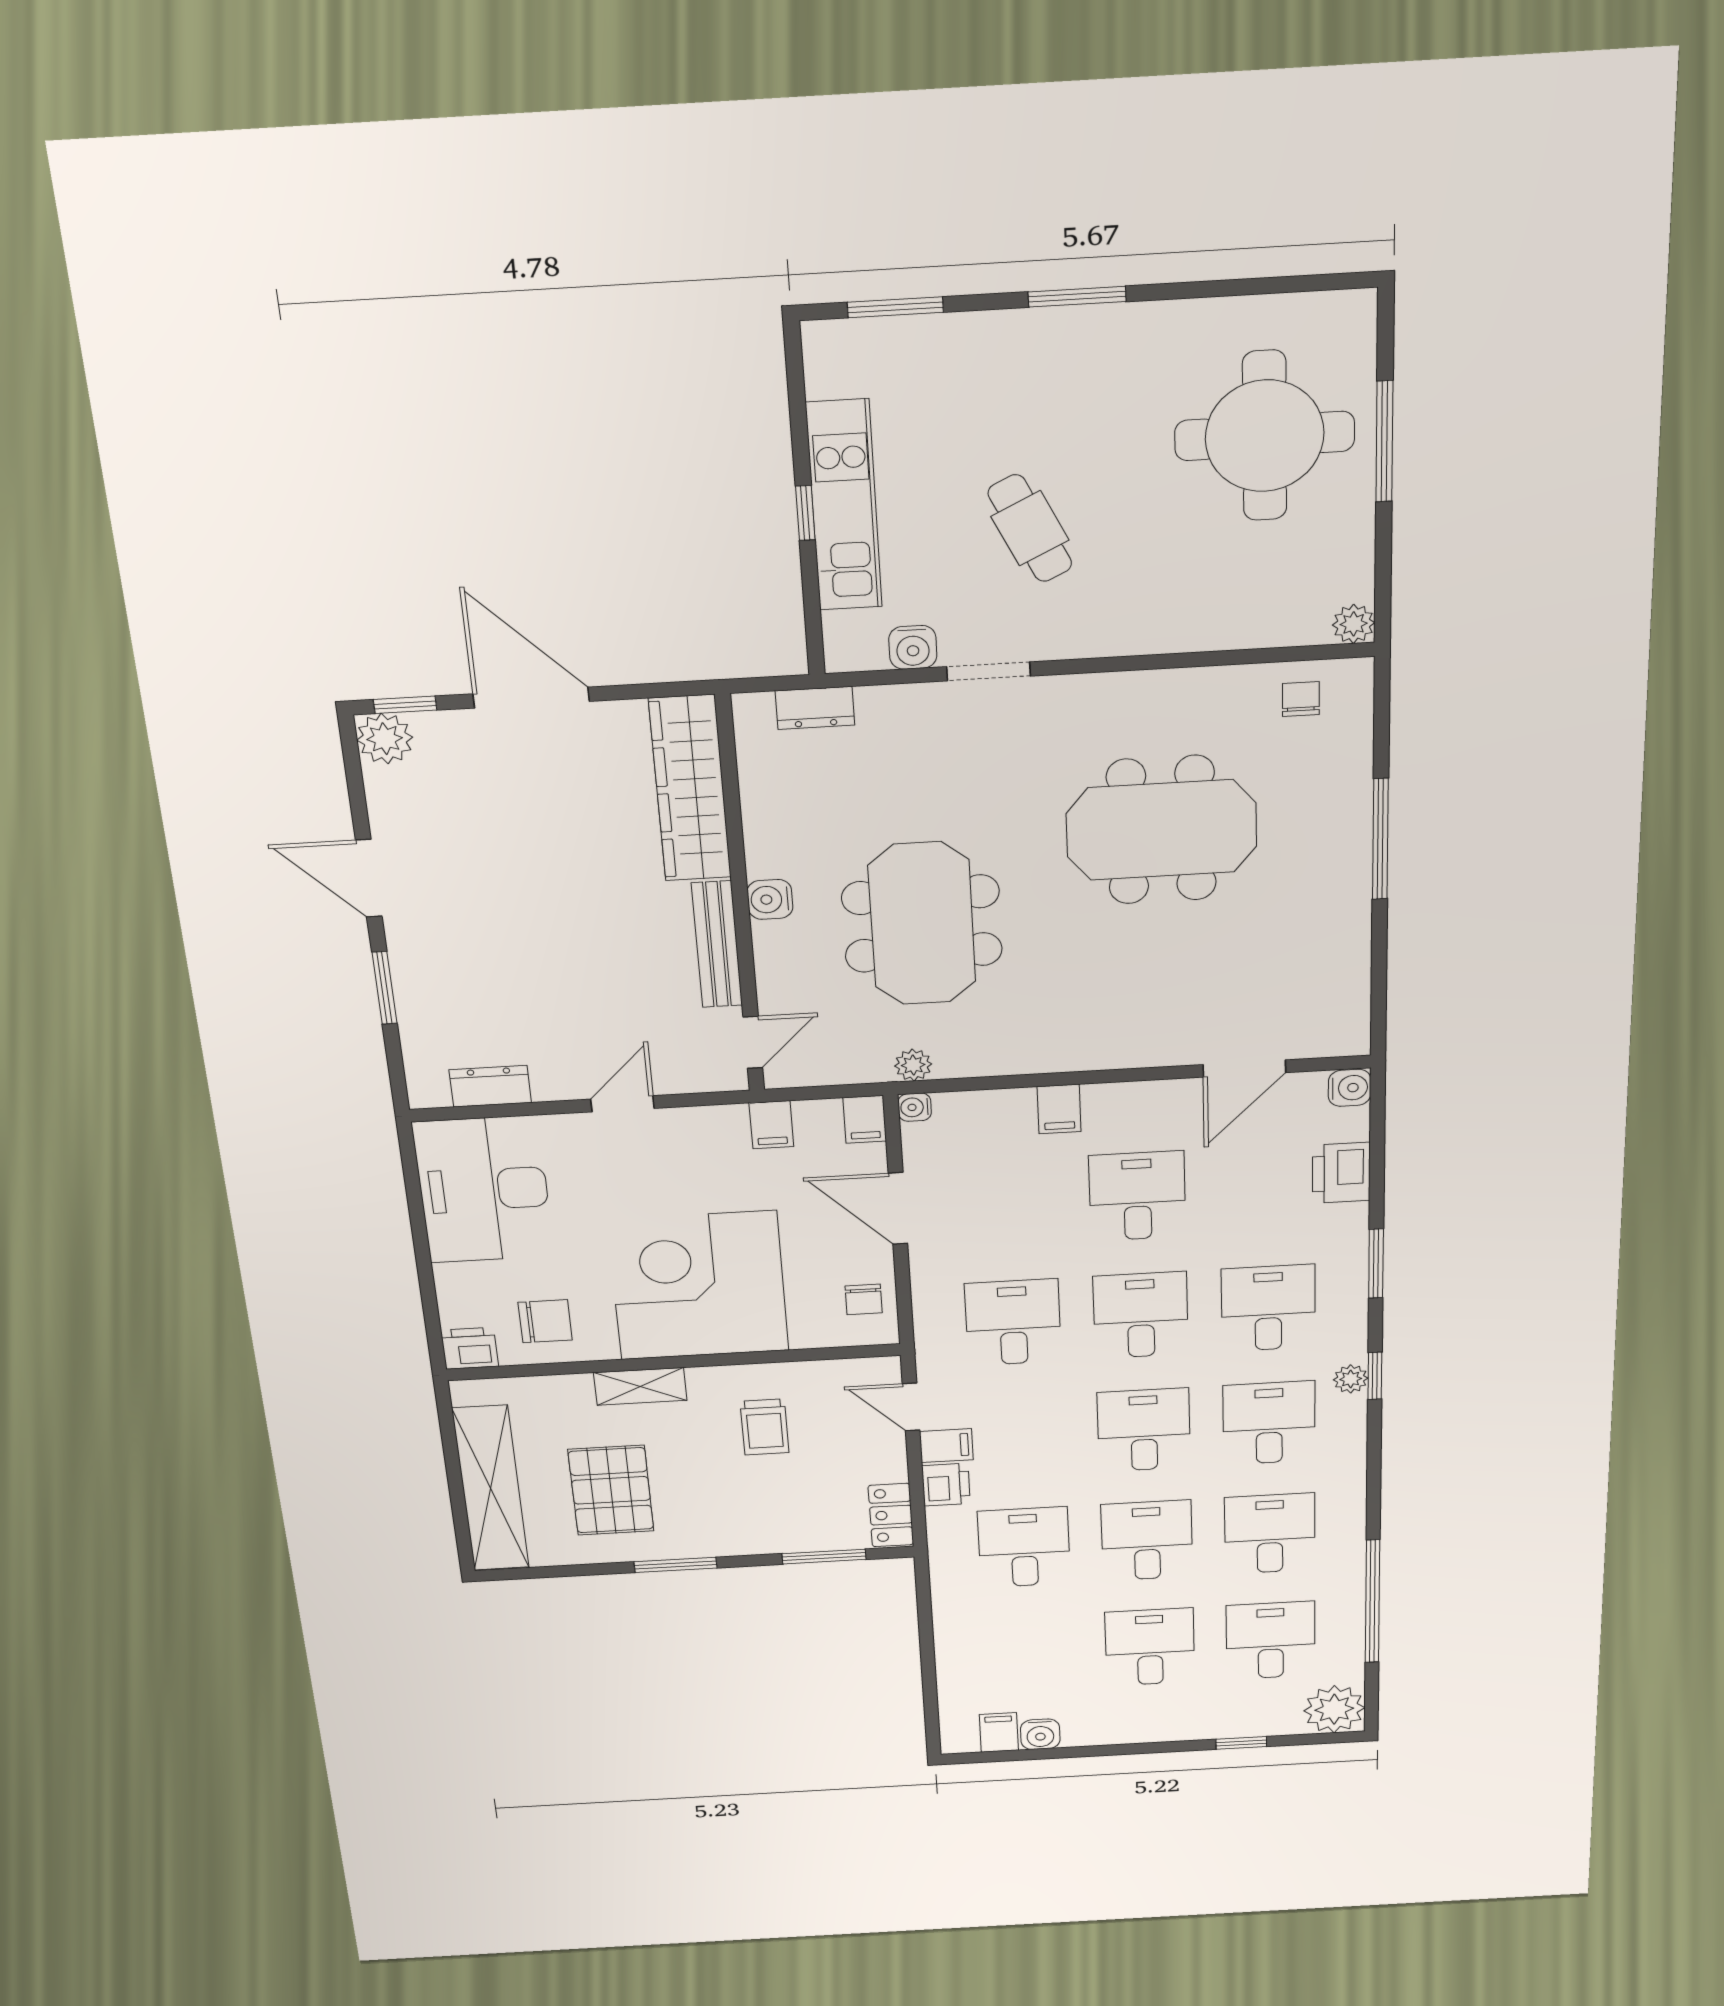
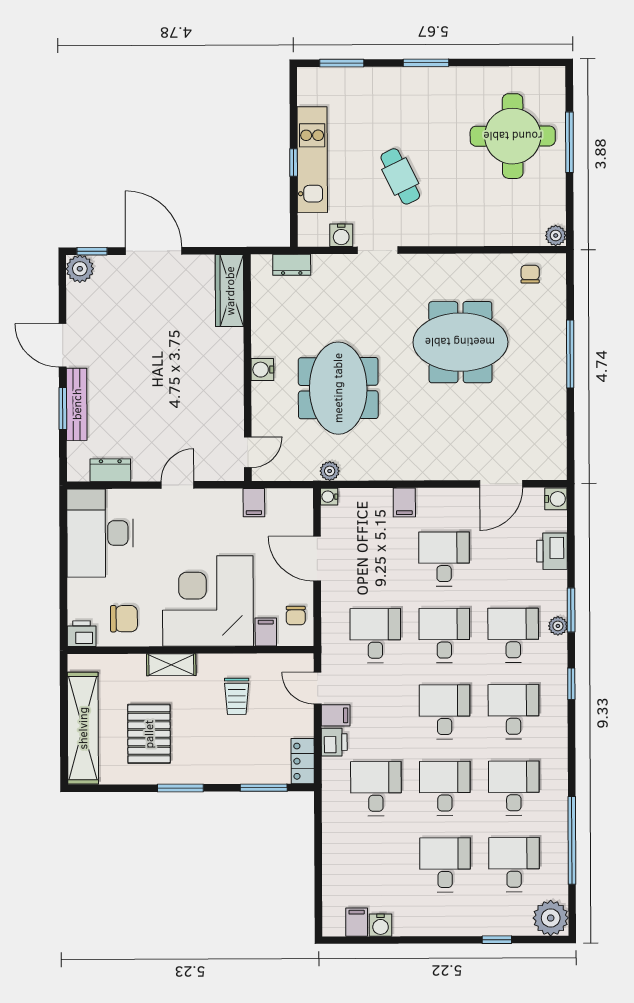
wardrobe: (690, 789) -> (230, 291), width x0.71, depth x0.85
bench: (717, 944) -> (77, 404), moved
filing cabinet: (865, 1119) -> (266, 632), moved, turned 180
plant: (1351, 1379) -> (558, 626), moved

